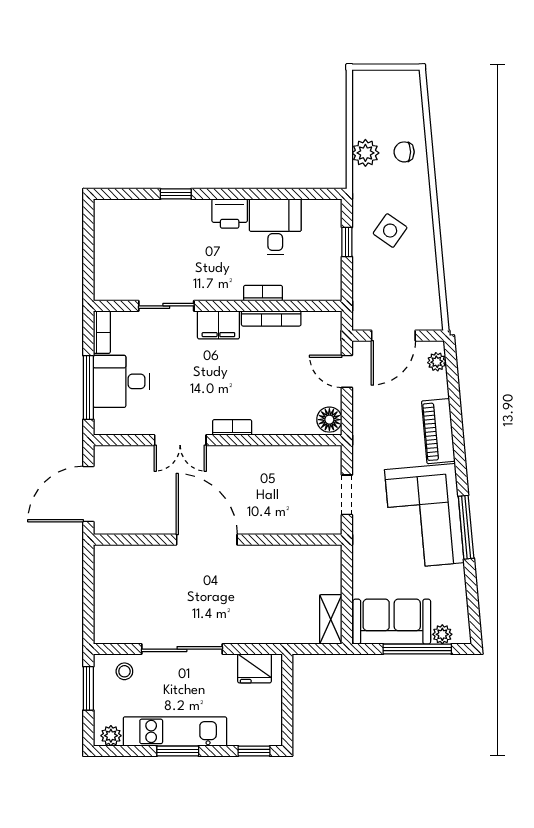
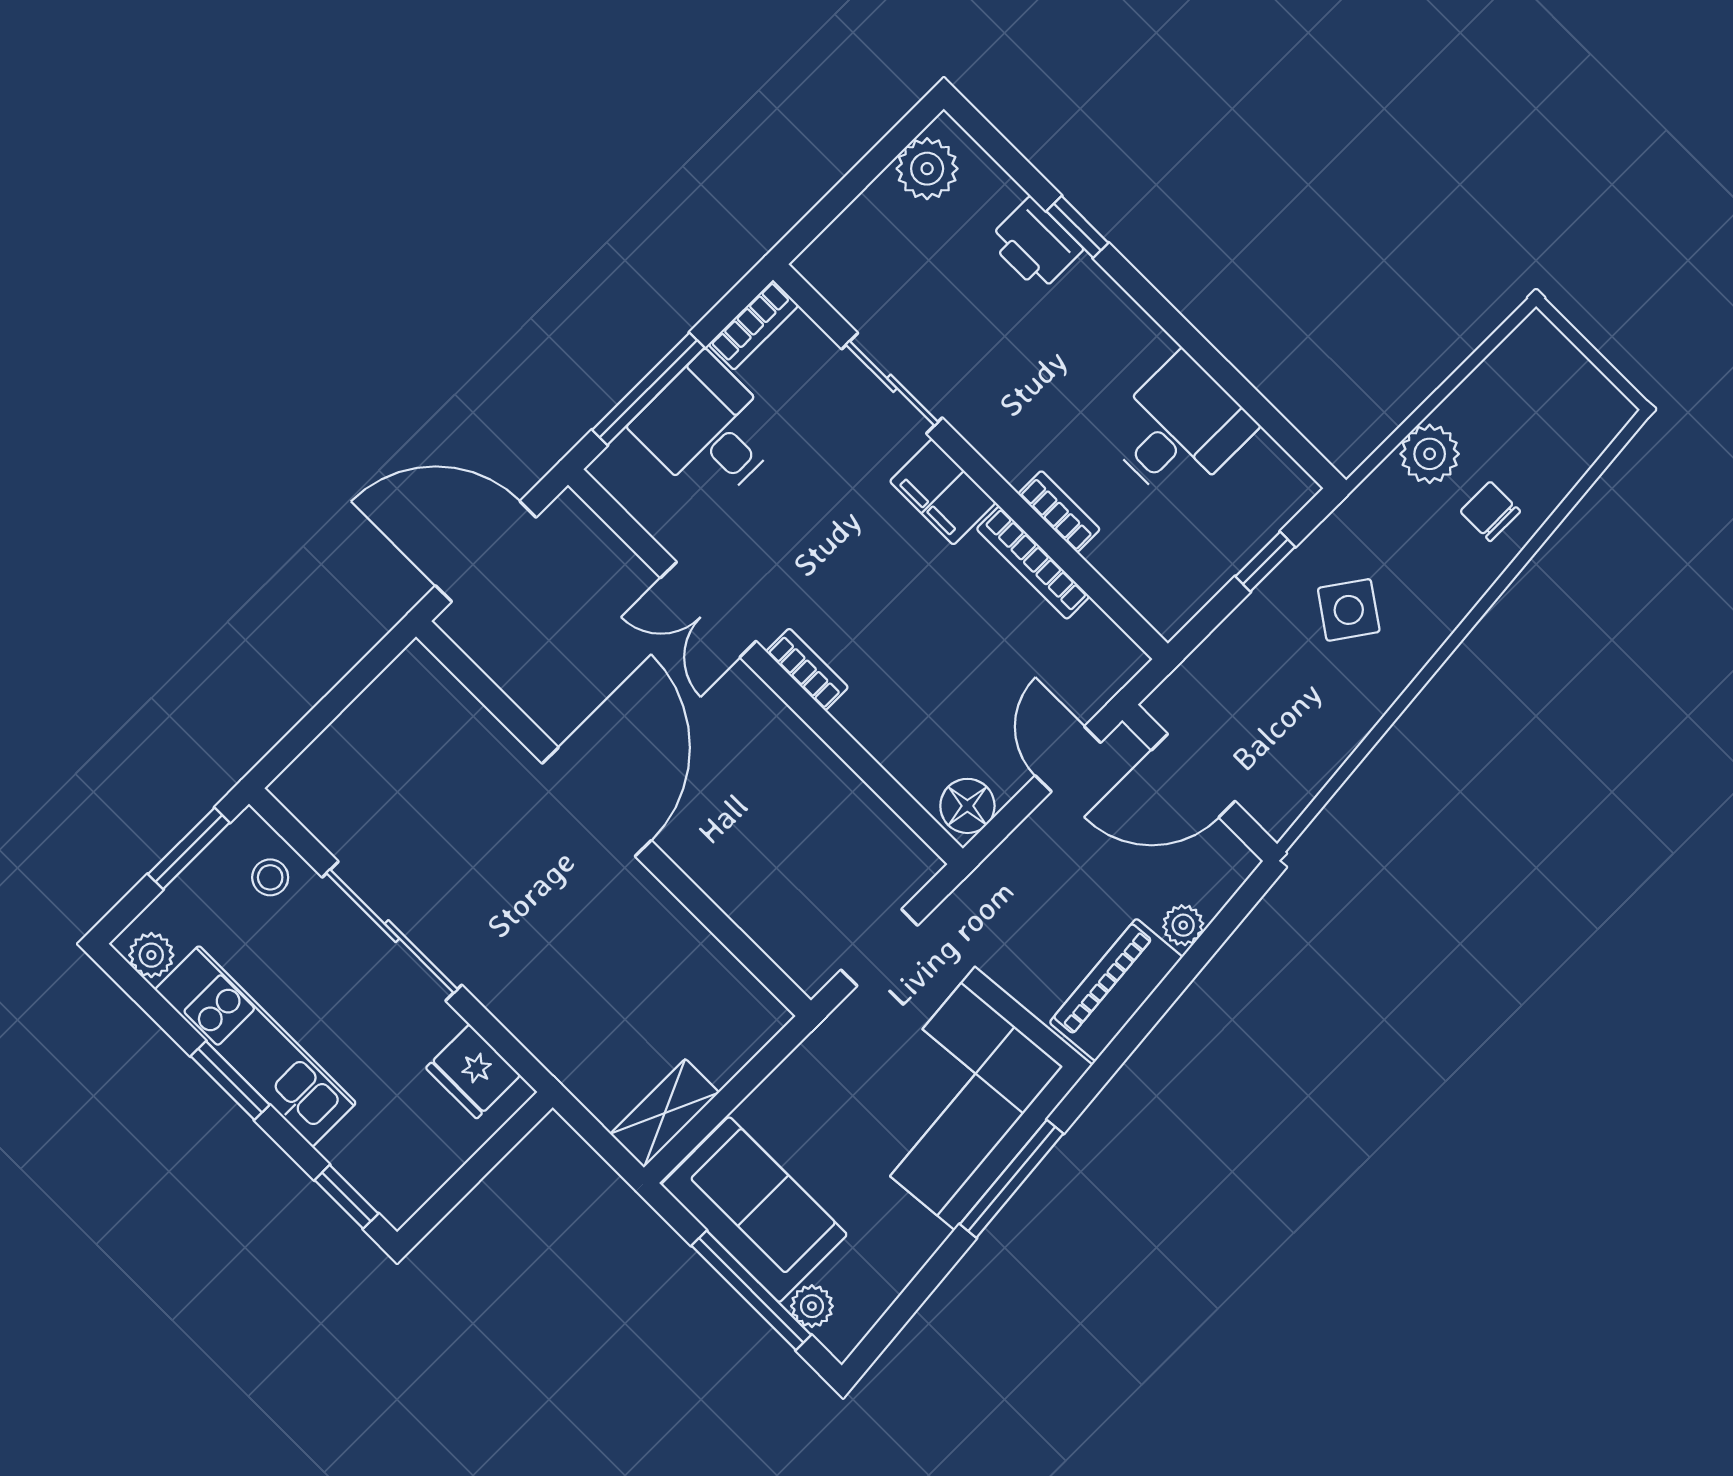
printer: (230, 214) -> (1035, 245), moved
plant: (107, 224) -> (927, 169), added
plant: (437, 362) -> (1183, 925), moved

